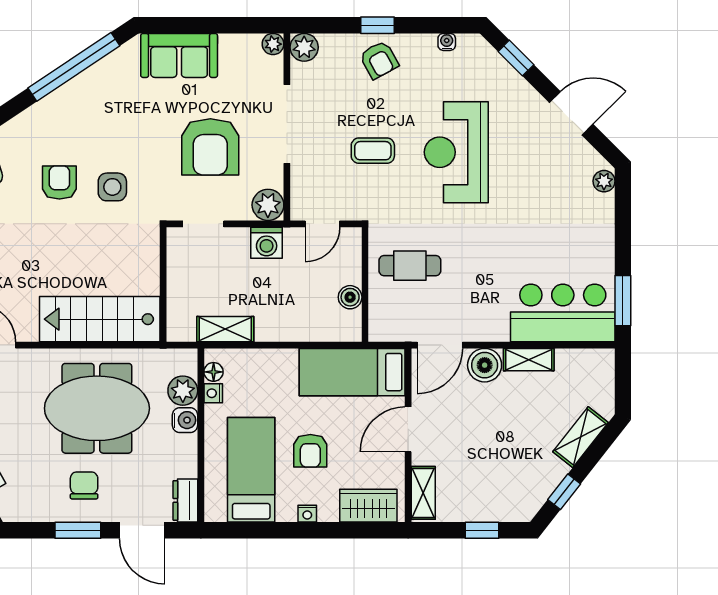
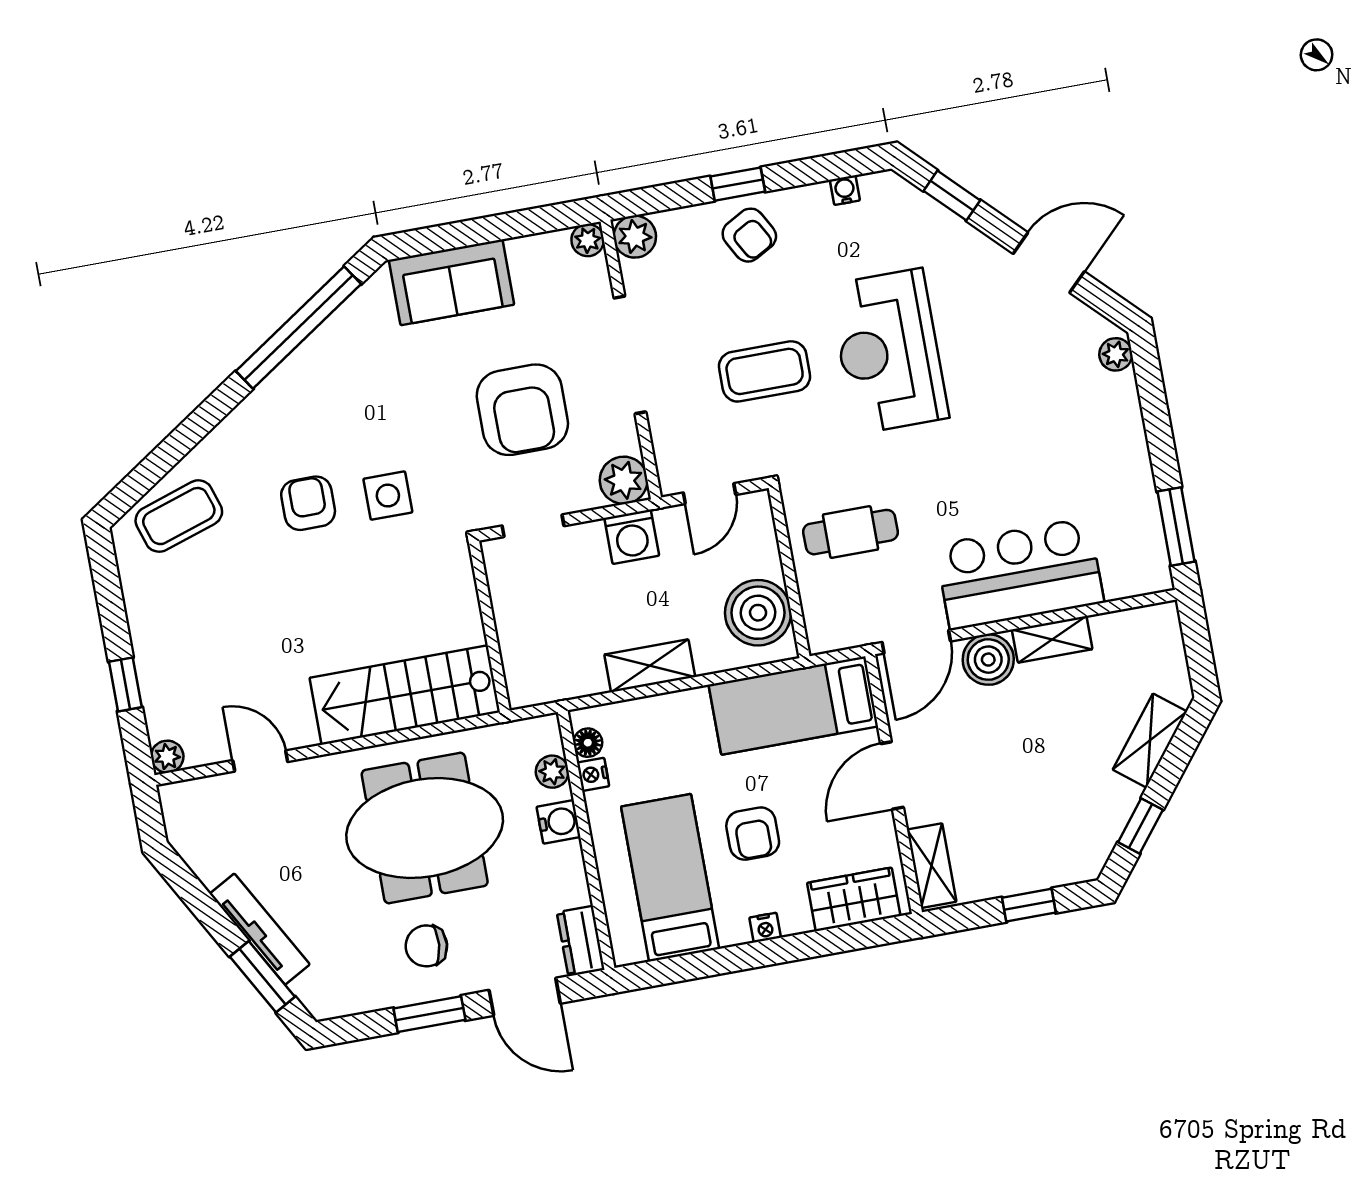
coffee table: (373, 151) -> (765, 371), width x1.36, depth x1.30
boiler: (350, 297) -> (758, 613), width x1.86, depth x1.86
bar counter: (563, 313) -> (1019, 574), moved
shelving: (225, 329) -> (650, 666), moved
plant: (183, 391) -> (552, 772), width x0.73, depth x0.73
chair: (84, 485) -> (426, 946), turned -85

